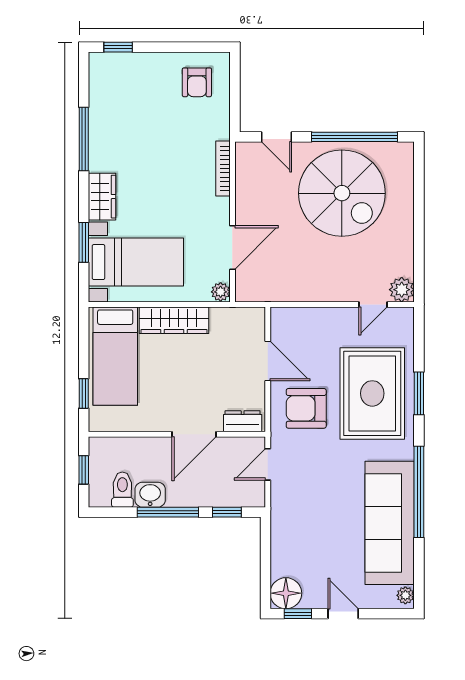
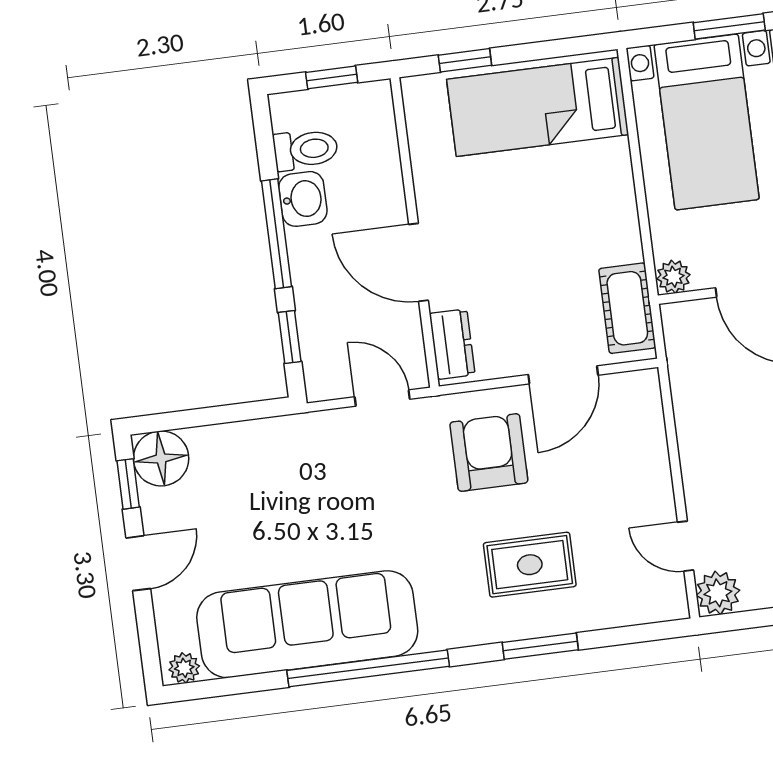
wardrobe: (174, 320) -> (613, 202), removed
cot: (235, 320) -> (627, 308), added
rug: (372, 393) -> (530, 565), width x0.54, depth x0.49

